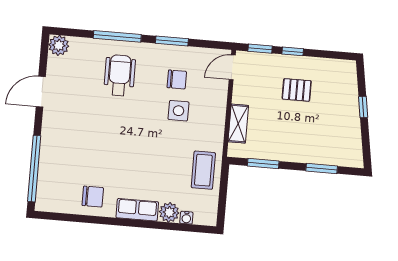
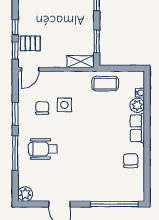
door: (232, 67) -> (30, 69), hinge flipped
pallet: (297, 90) -> (30, 43), moved, turned 90
shelving: (238, 124) -> (81, 62), moved

